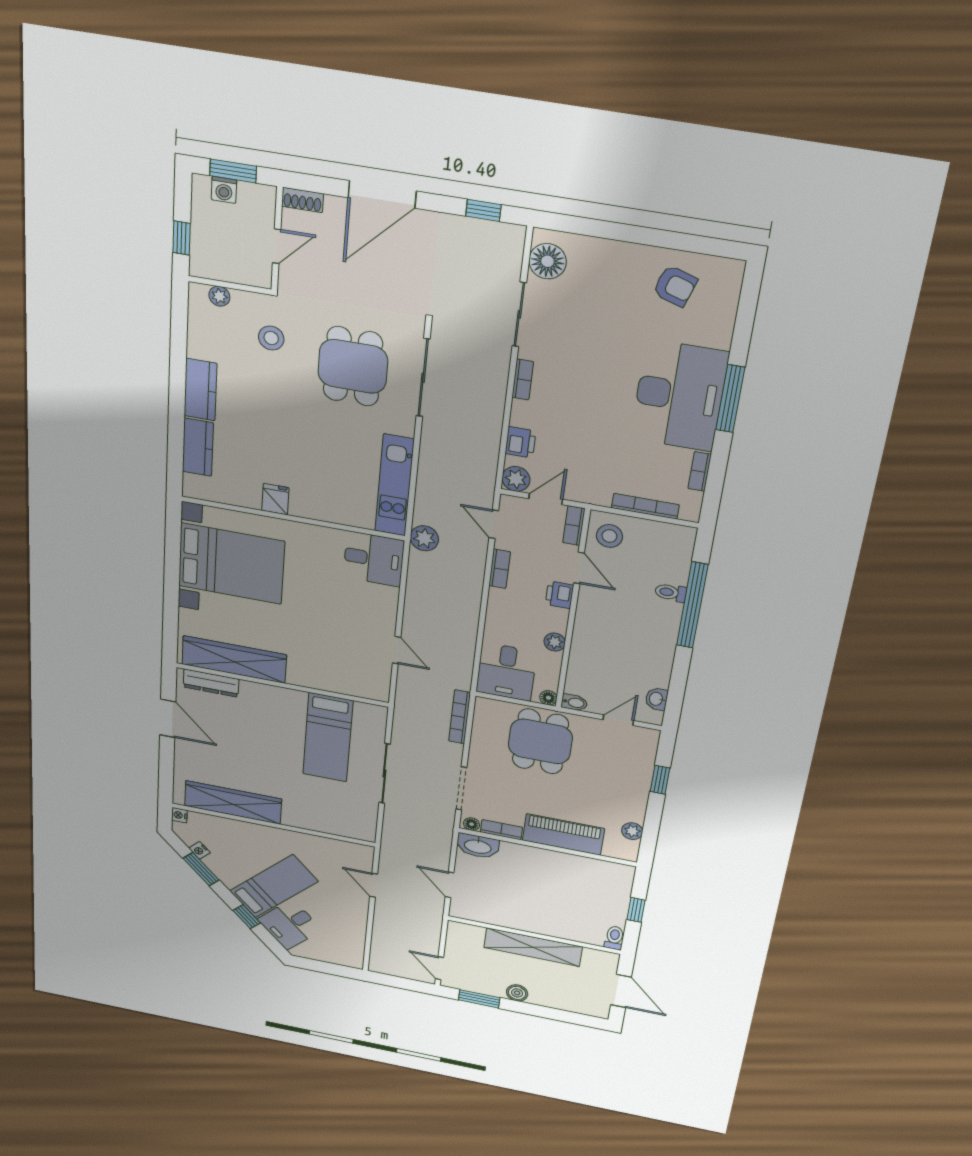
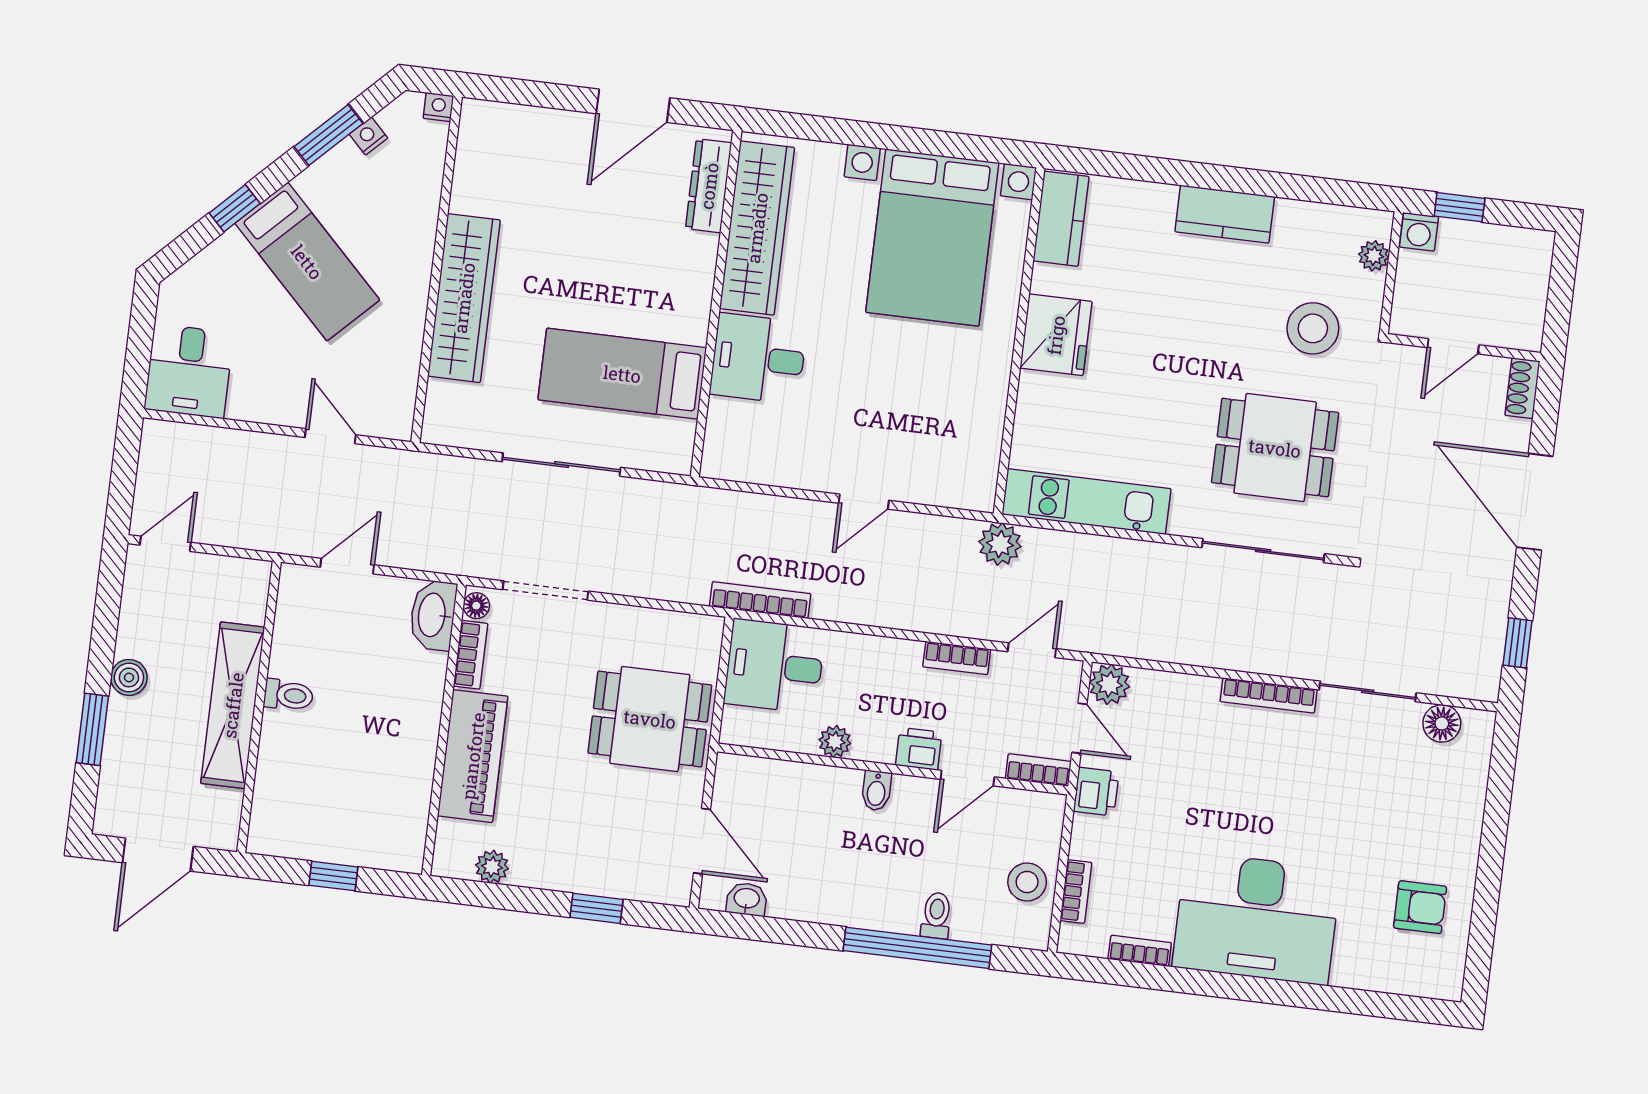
window: (233, 171) -> (1561, 291), removed
washing machine: (224, 190) -> (1419, 232), moved, turned -90
door: (277, 246) -> (1453, 346), hinge flipped
floor lamp: (548, 261) -> (1442, 723), width x0.73, depth x0.73
armchair: (675, 286) -> (1420, 907), turned -108
stool: (271, 338) -> (1313, 328), width x1.38, depth x1.38
bookcase: (523, 379) -> (1269, 695), width x1.56
window: (730, 399) -> (1256, 989), removed
printer: (521, 442) -> (1096, 792), moved, turned -90
kitchen counter: (198, 447) -> (1061, 219), moved, turned -90
fridge: (275, 499) -> (1056, 335), width x1.88, depth x1.34
bookcase: (645, 506) -> (1076, 892), width x0.64
stool: (609, 536) -> (1027, 882), moved
desk: (374, 559) -> (758, 358), moved, turned 90
door: (397, 650) -> (864, 502), moved
floor lamp: (548, 698) -> (733, 732), removed
bidet: (574, 703) -> (876, 791), moved
bookcase: (460, 717) -> (760, 600), moved
door: (618, 720) -> (702, 841), width x1.38
wardrobe: (233, 802) -> (464, 298), moved
door: (374, 885) -> (330, 436), hinge flipped
desk: (290, 925) -> (189, 371), moved, turned -135
toilet: (614, 938) -> (288, 695), moved
window: (479, 999) -> (92, 729), moved

